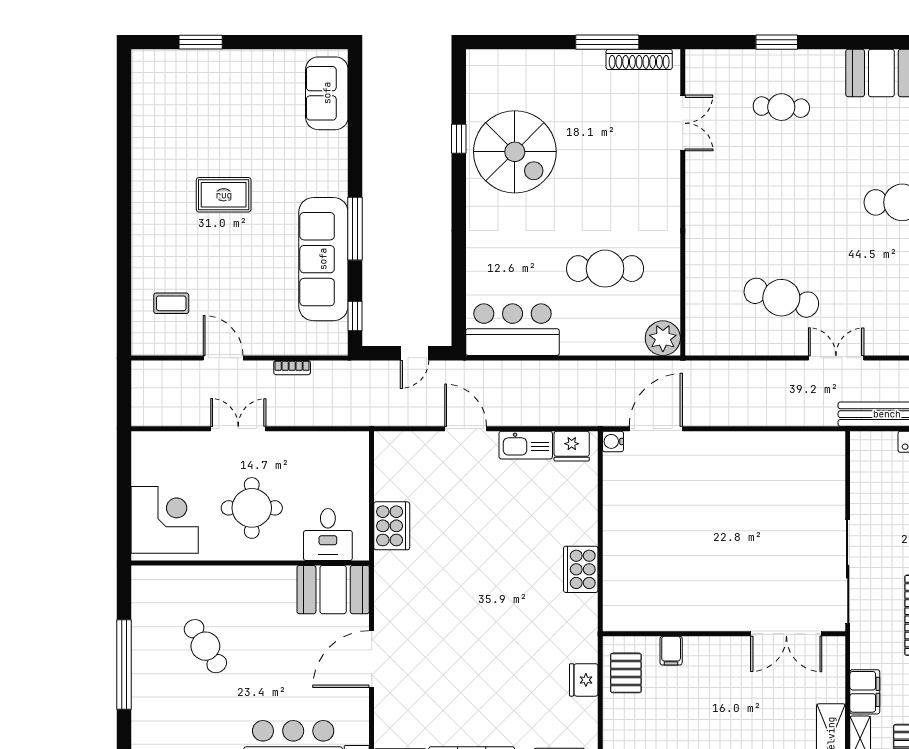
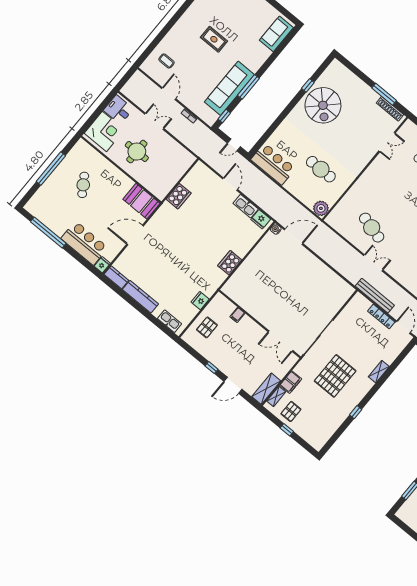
desk: (328, 535) -> (118, 110), moved, turned 90
pallet: (626, 673) -> (207, 327), moved

